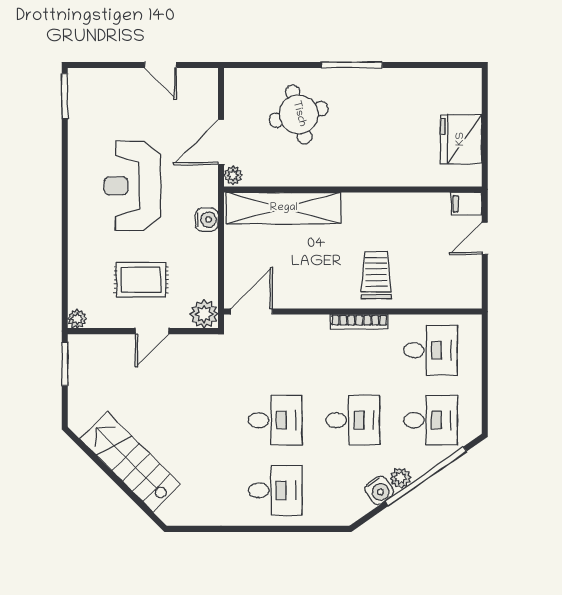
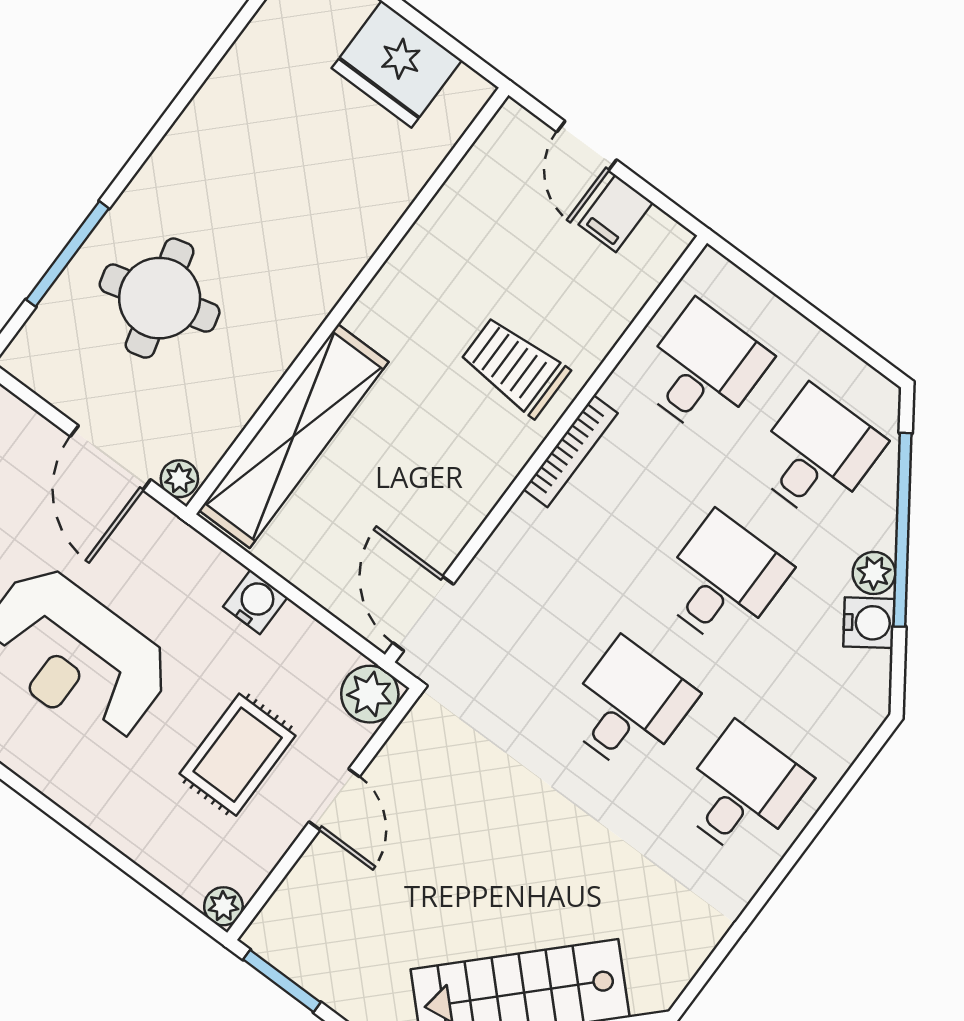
window: (352, 65) -> (67, 254), moved
filing cabinet: (466, 204) -> (616, 214), moved
water cooler: (207, 220) -> (255, 602), moved

